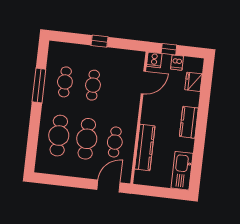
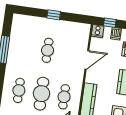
cafe table: (65, 82) -> (25, 47), removed
door: (143, 82) -> (87, 60), moved
cafe table: (59, 136) -> (19, 90), width x0.73, depth x0.74

